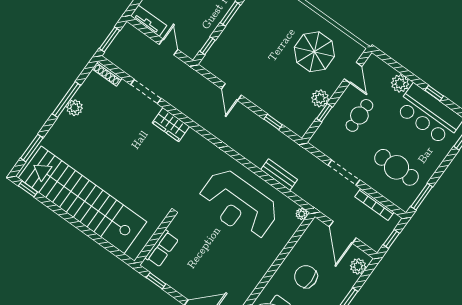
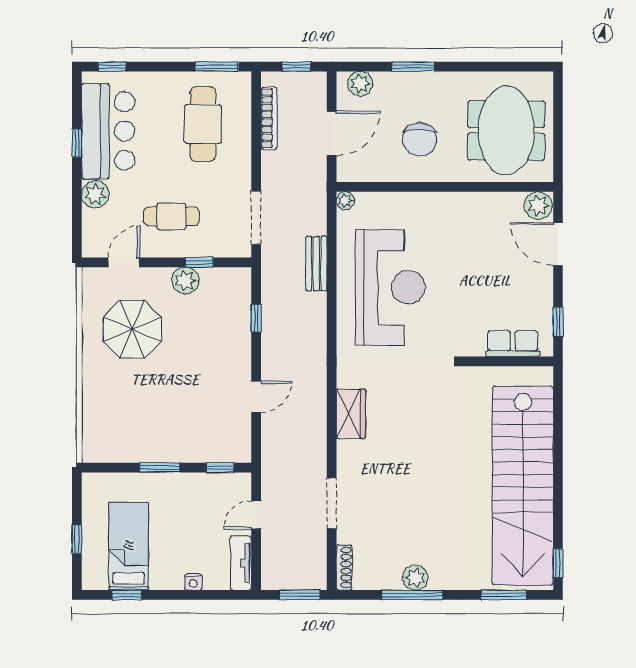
wardrobe: (171, 125) -> (351, 414), moved
doorway: (344, 172) -> (256, 218), moved

